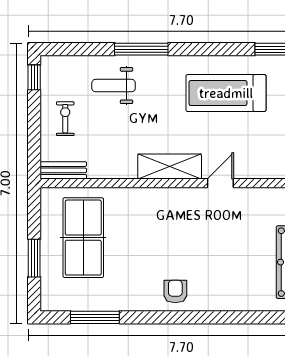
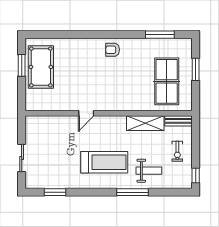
treadmill: (226, 93) -> (104, 162), moved
shelving: (170, 167) -> (145, 123), moved
armchair: (175, 291) -> (113, 50), turned 90

